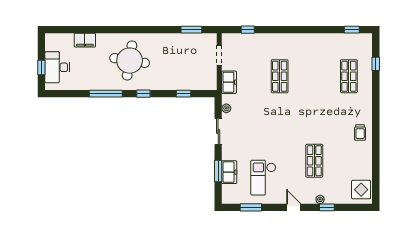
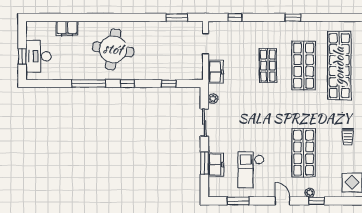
window: (352, 30) -> (293, 17), moved
shop shelf: (314, 76) -> (304, 66), added
shop shelf: (349, 76) -> (339, 66), width x2.00, depth x1.36
trolley: (360, 133) -> (348, 137), moved
shop shelf: (314, 161) -> (304, 153), width x1.43, depth x1.36

